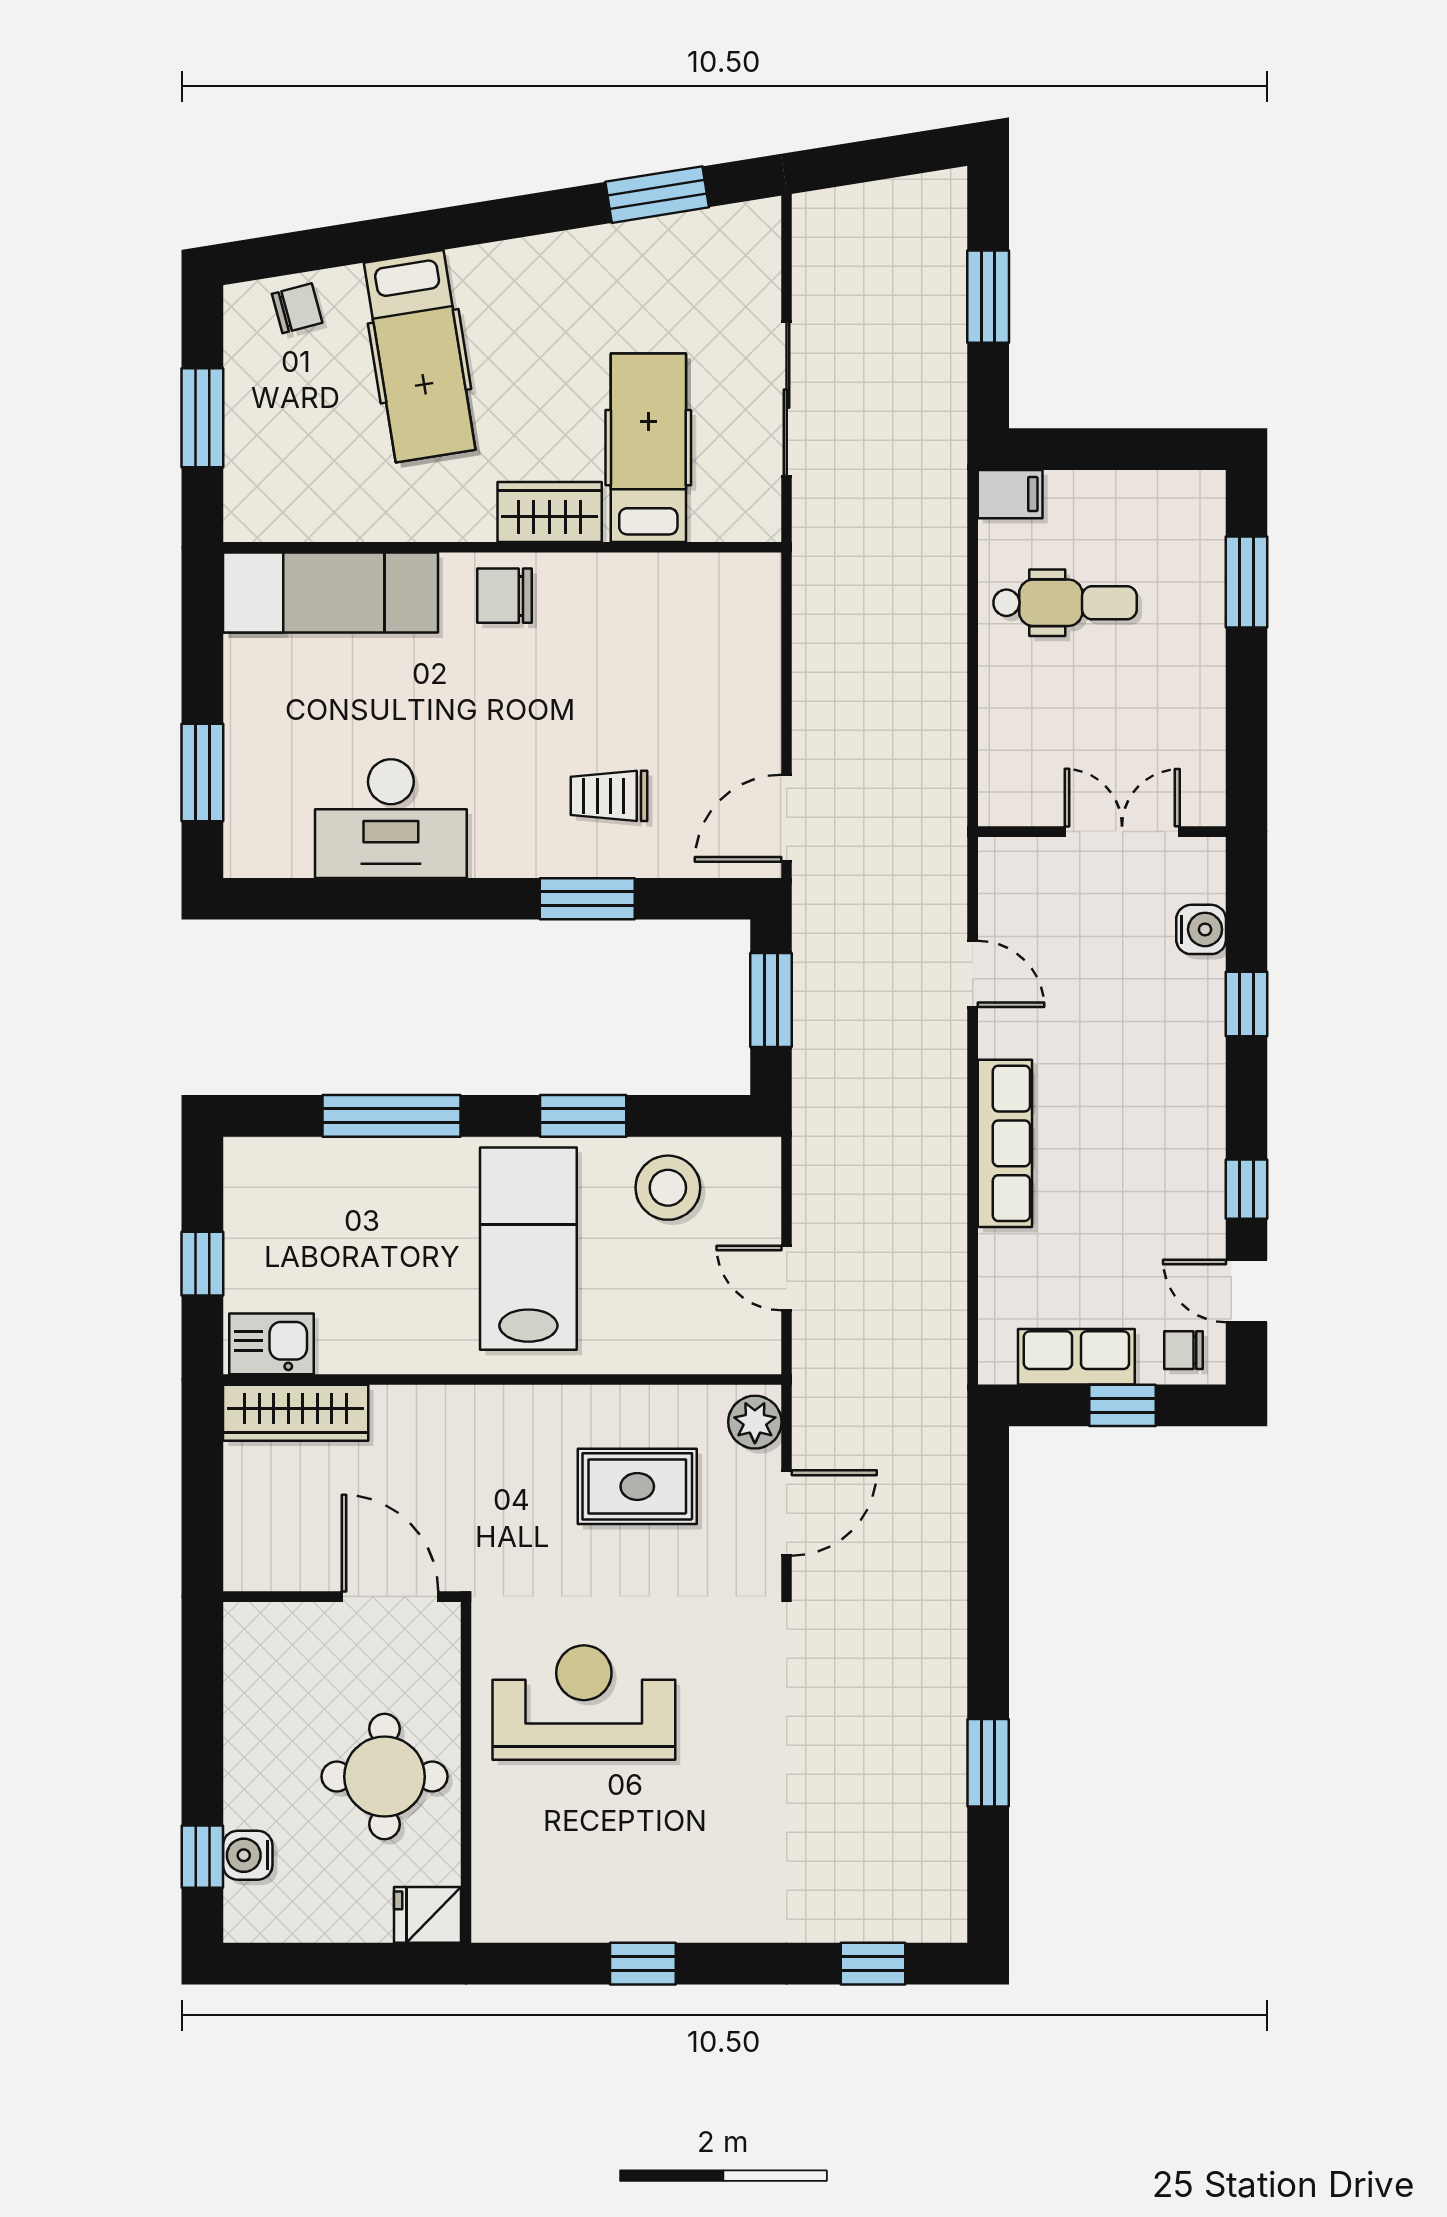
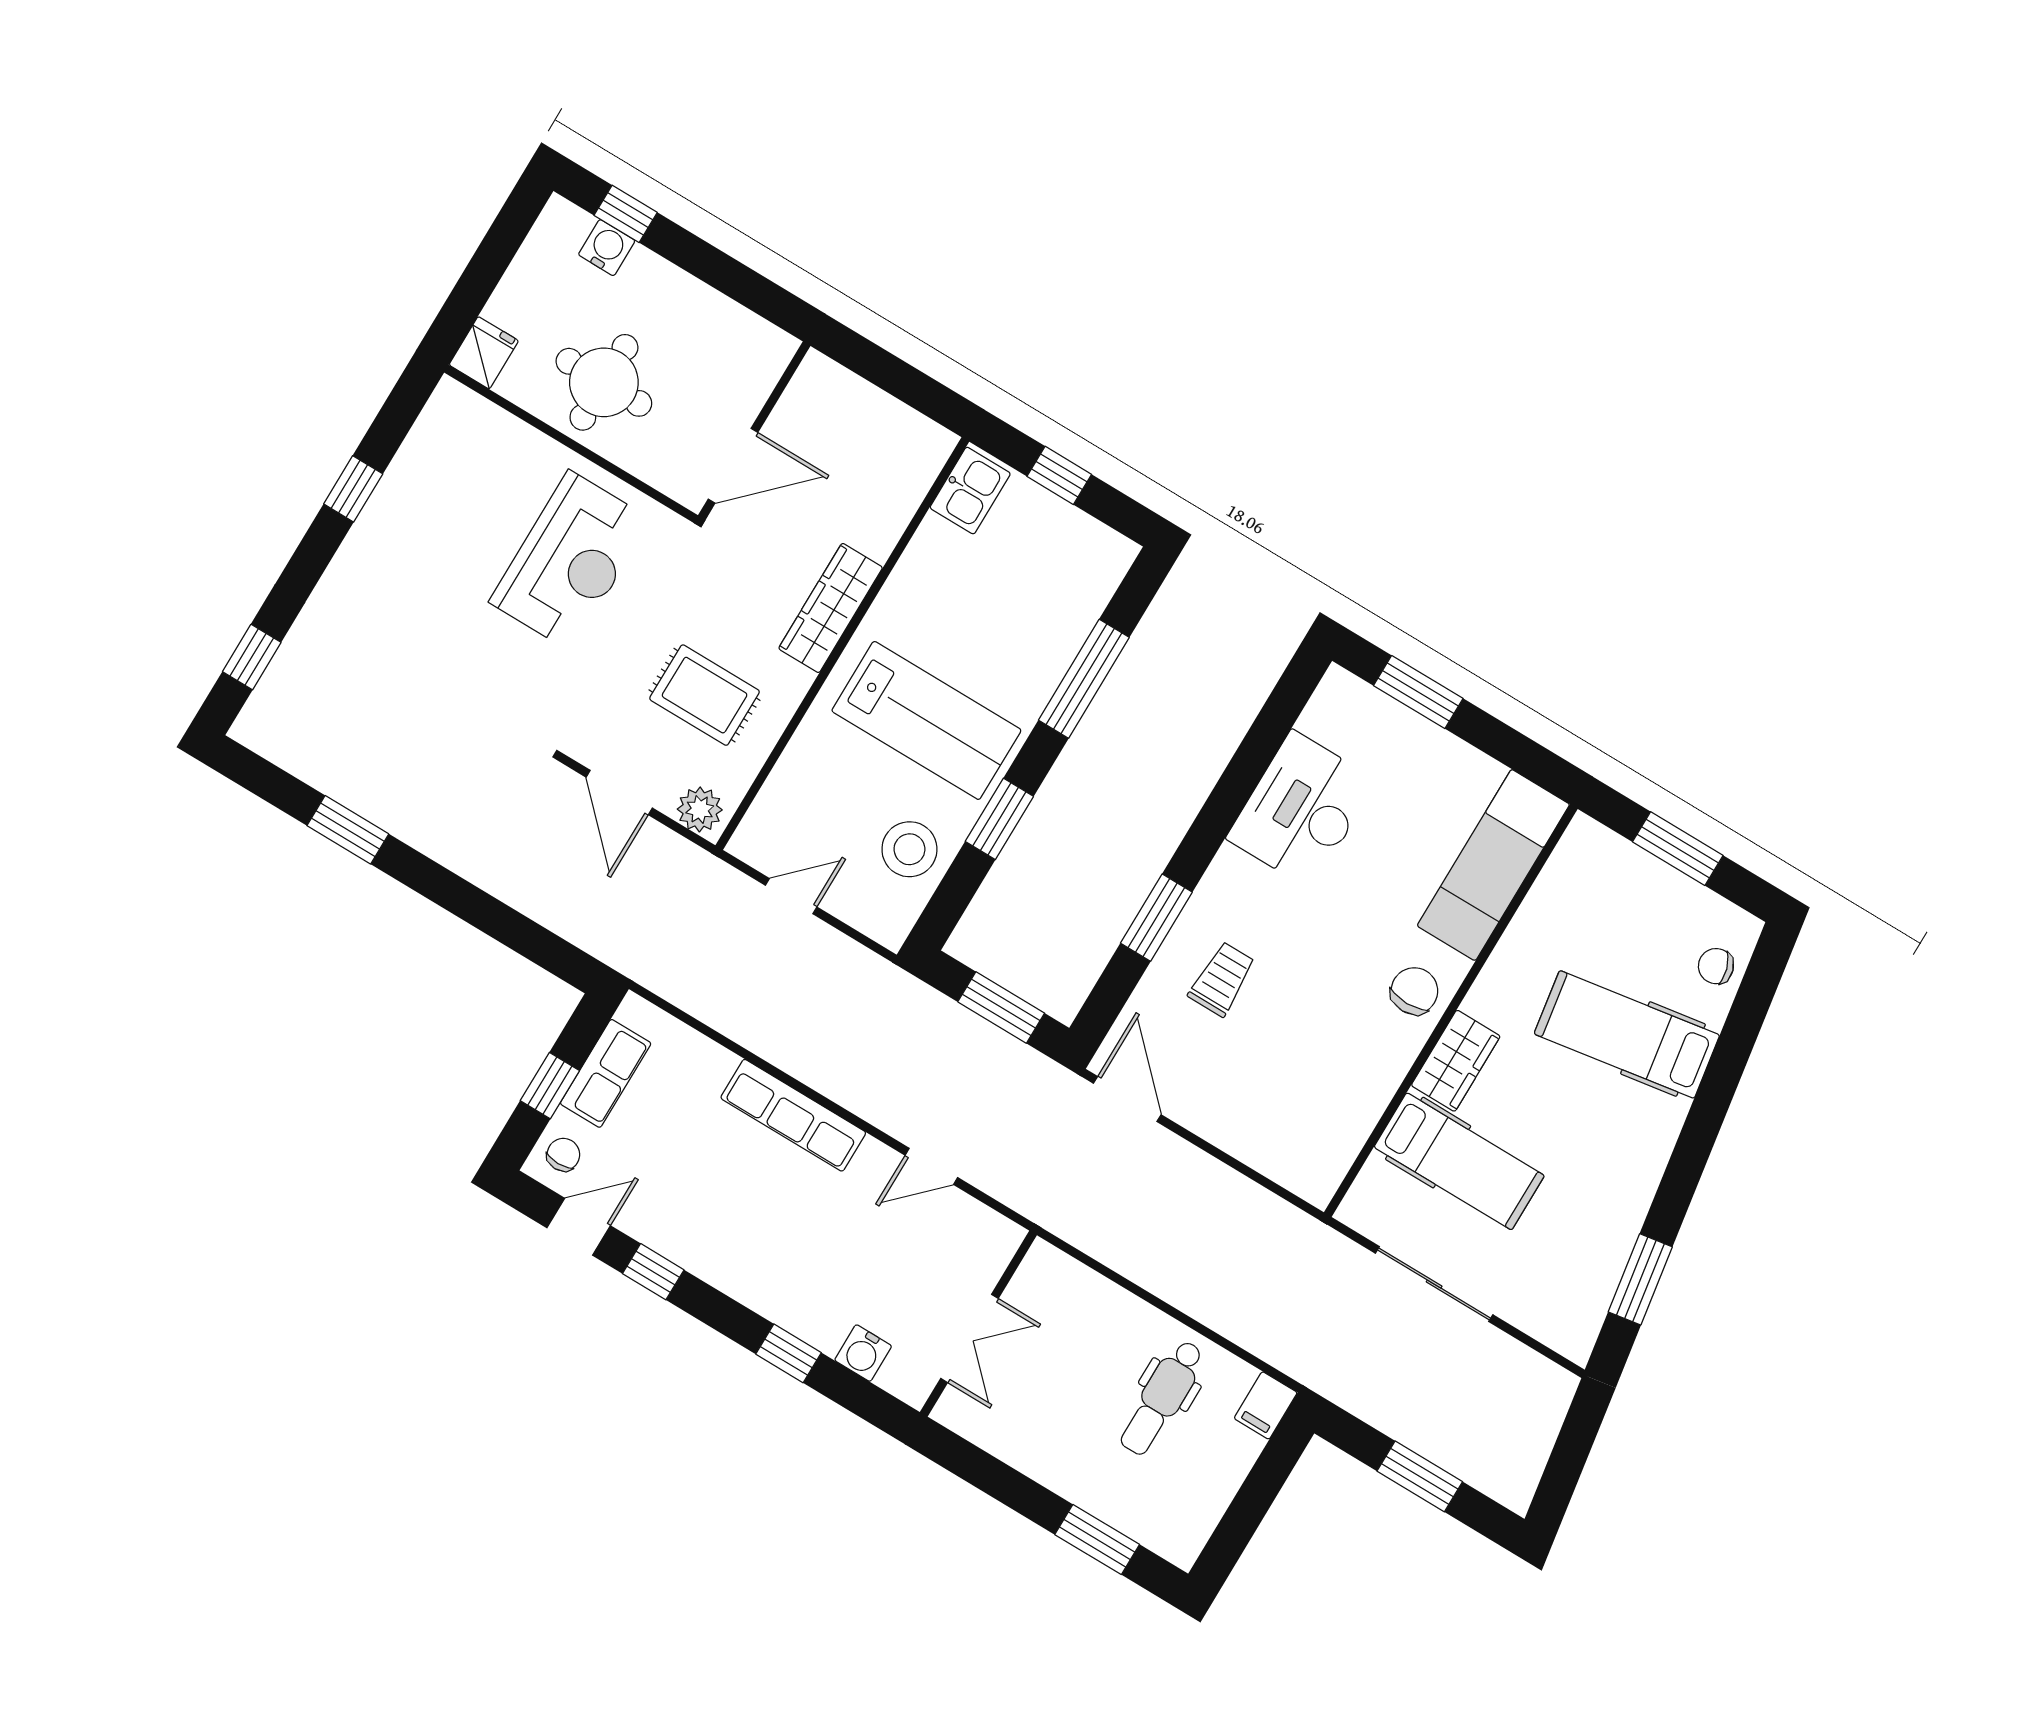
chair: (297, 308) -> (1716, 966), turned 88
wardrobe: (296, 1413) -> (831, 608), moved
rug: (637, 1486) -> (705, 695), turned 90

